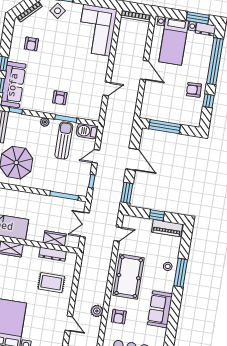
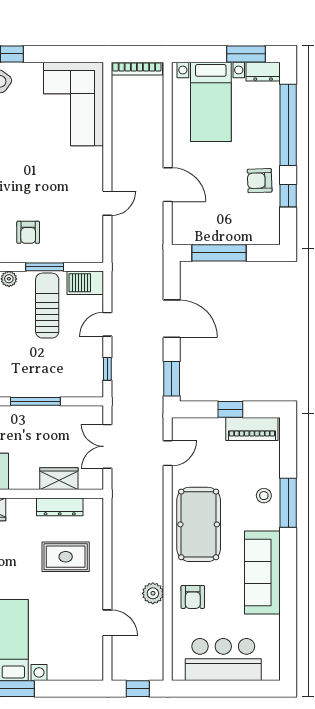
door: (144, 70) -> (168, 185), moved
window: (64, 196) -> (35, 401), moved
sofa: (160, 309) -> (262, 573), width x1.36

